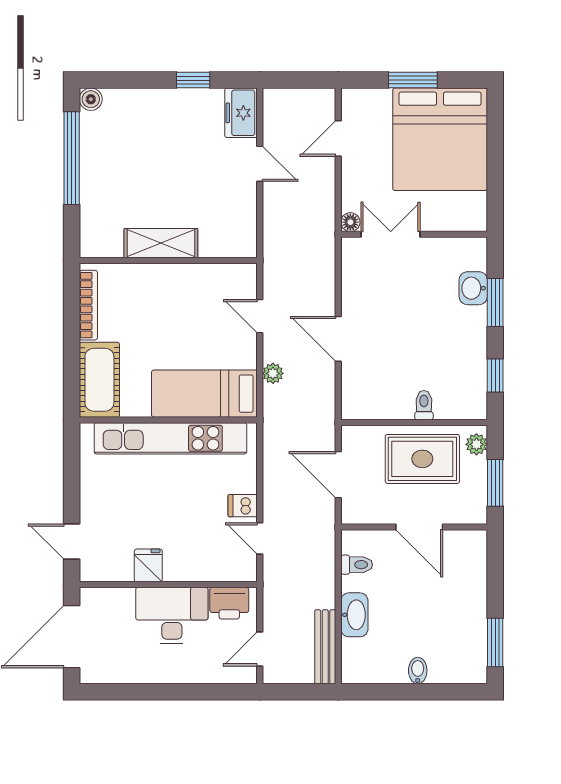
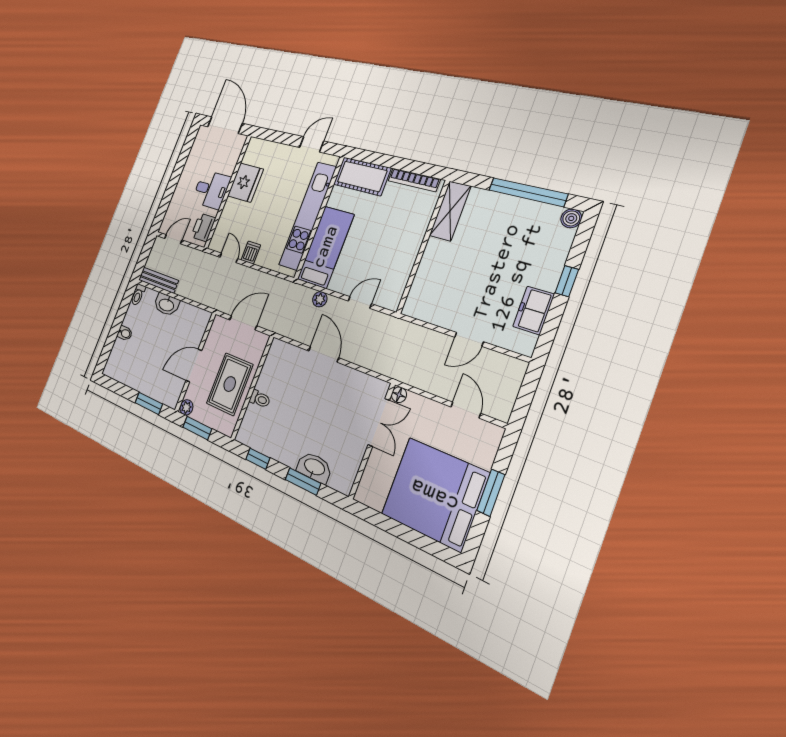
window: (193, 80) -> (567, 281), moved
freezer: (241, 113) -> (534, 310), moved, turned -90
shelving: (161, 243) -> (450, 211), moved
washbasin: (473, 288) -> (314, 467), width x1.38
door: (338, 339) -> (324, 354), hinge flipped
plant: (476, 444) -> (186, 407), moved
door: (260, 538) -> (229, 258), hinge flipped
door: (72, 542) -> (312, 144), moved
fridge: (148, 565) -> (245, 183), width x1.88, depth x1.34
toilet: (357, 565) -> (138, 295), moved
desk: (172, 616) -> (211, 190), width x0.73
window: (495, 642) -> (149, 403), moved
door: (260, 649) -> (173, 239), hinge flipped

